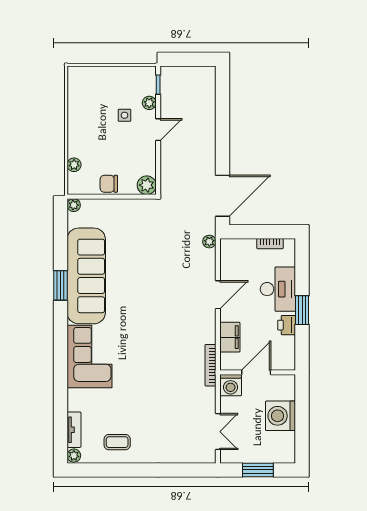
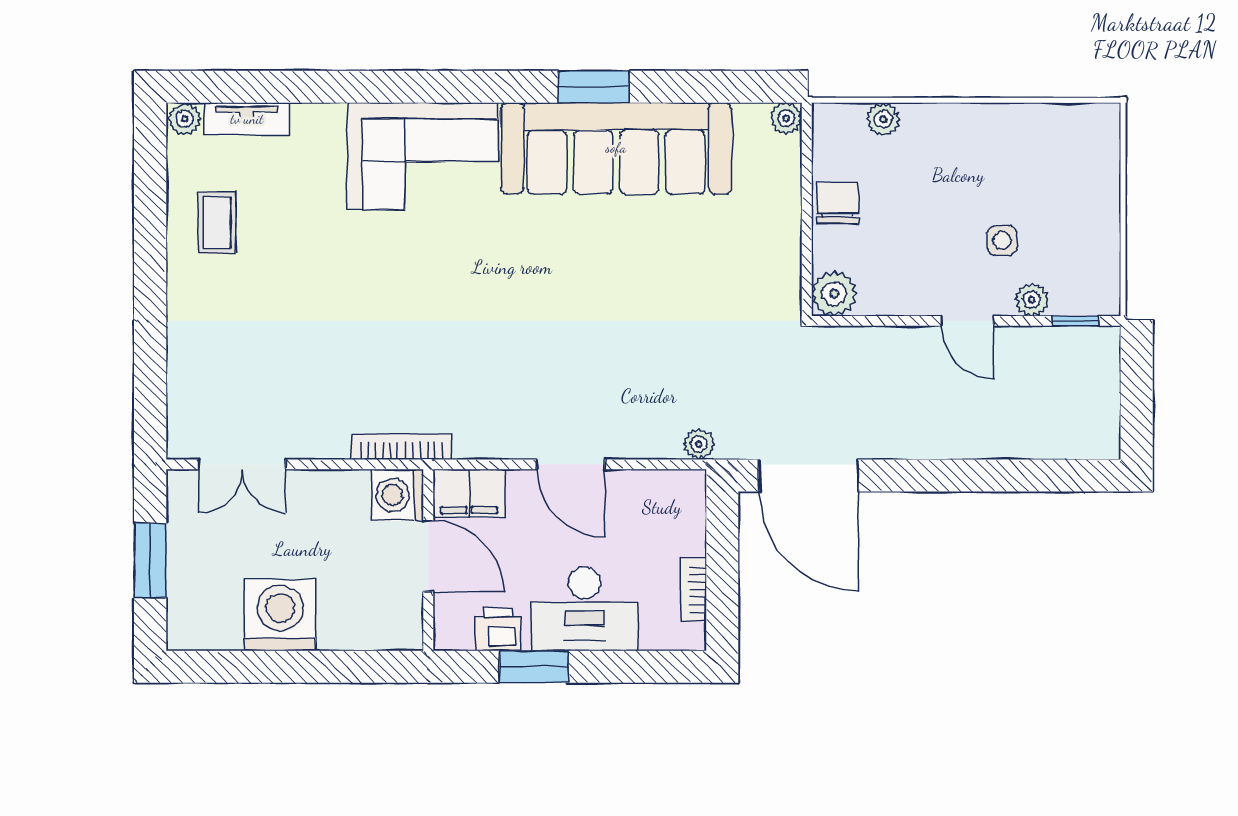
door: (256, 372) -> (428, 556), moved
wall: (258, 372) -> (428, 560), moved
washing machine: (231, 385) -> (398, 495), moved

